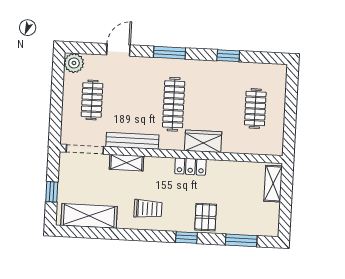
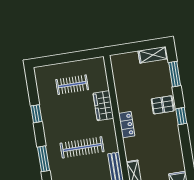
wardrobe: (203, 141) -> (103, 106), moved
shelving: (273, 184) -> (153, 55), moved
trolley: (148, 209) -> (166, 150), removed

